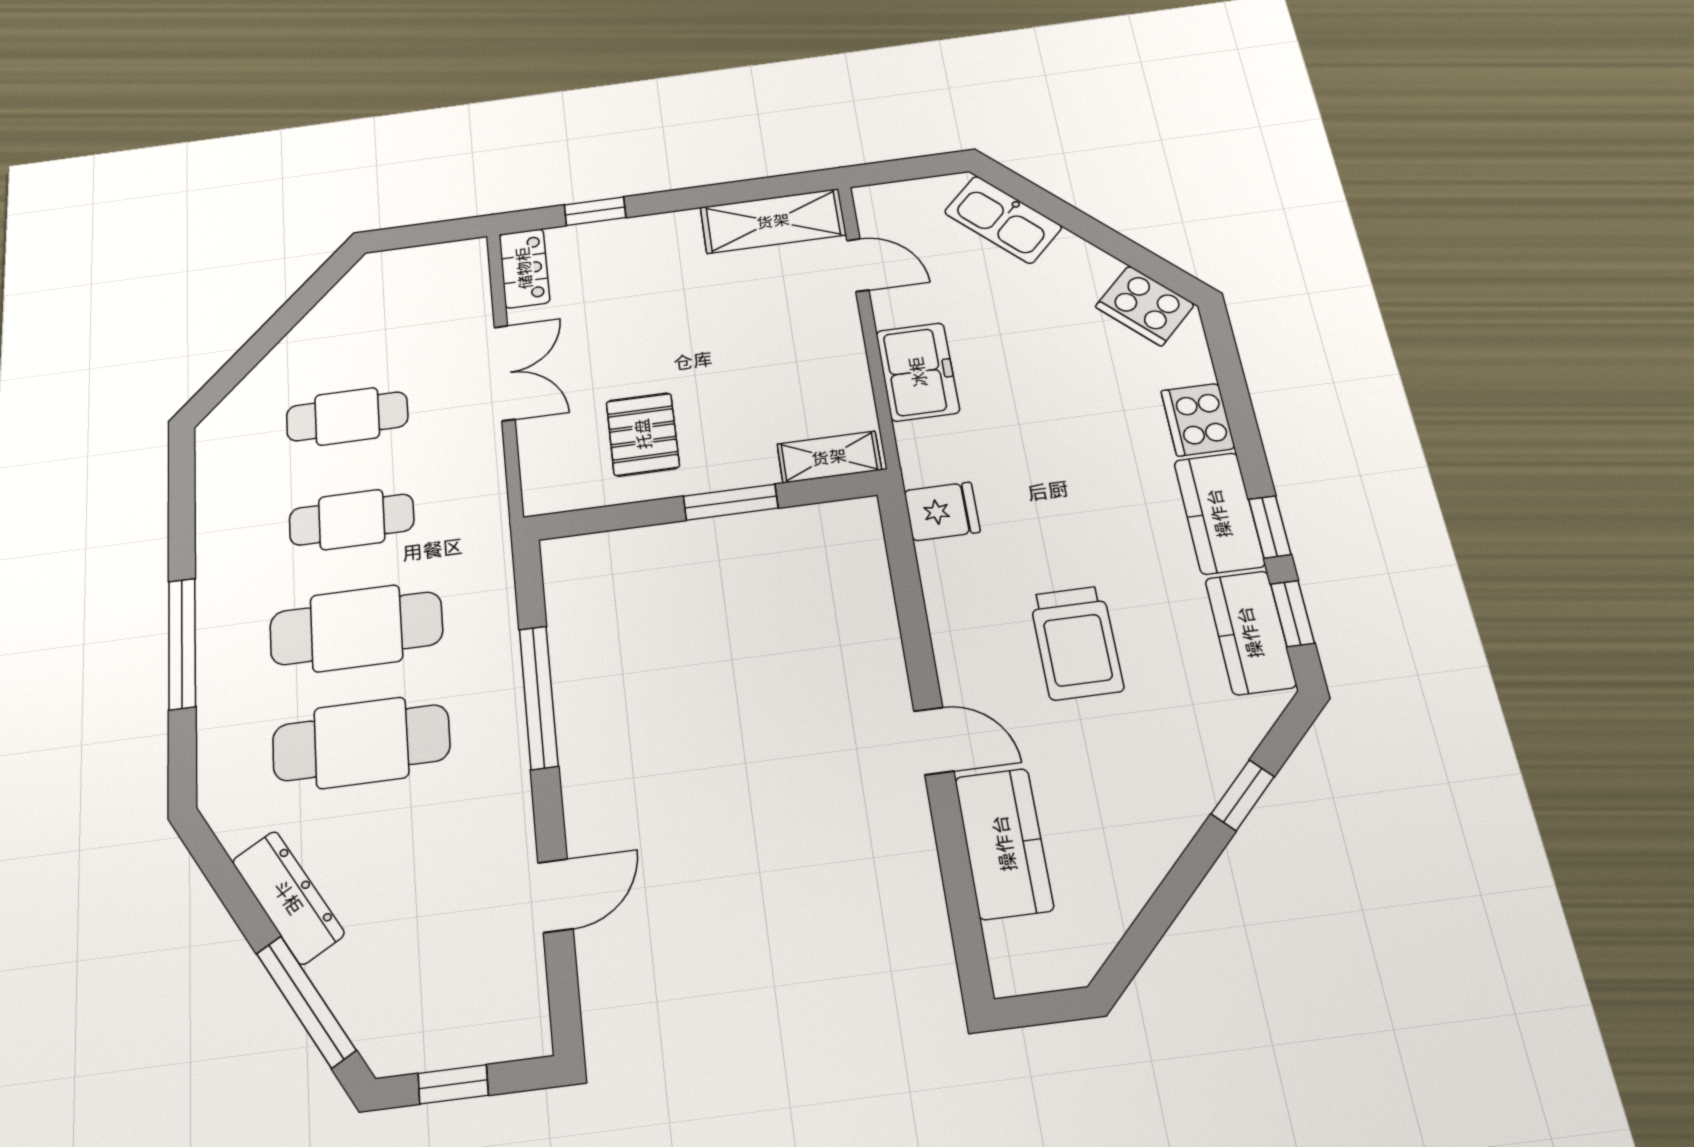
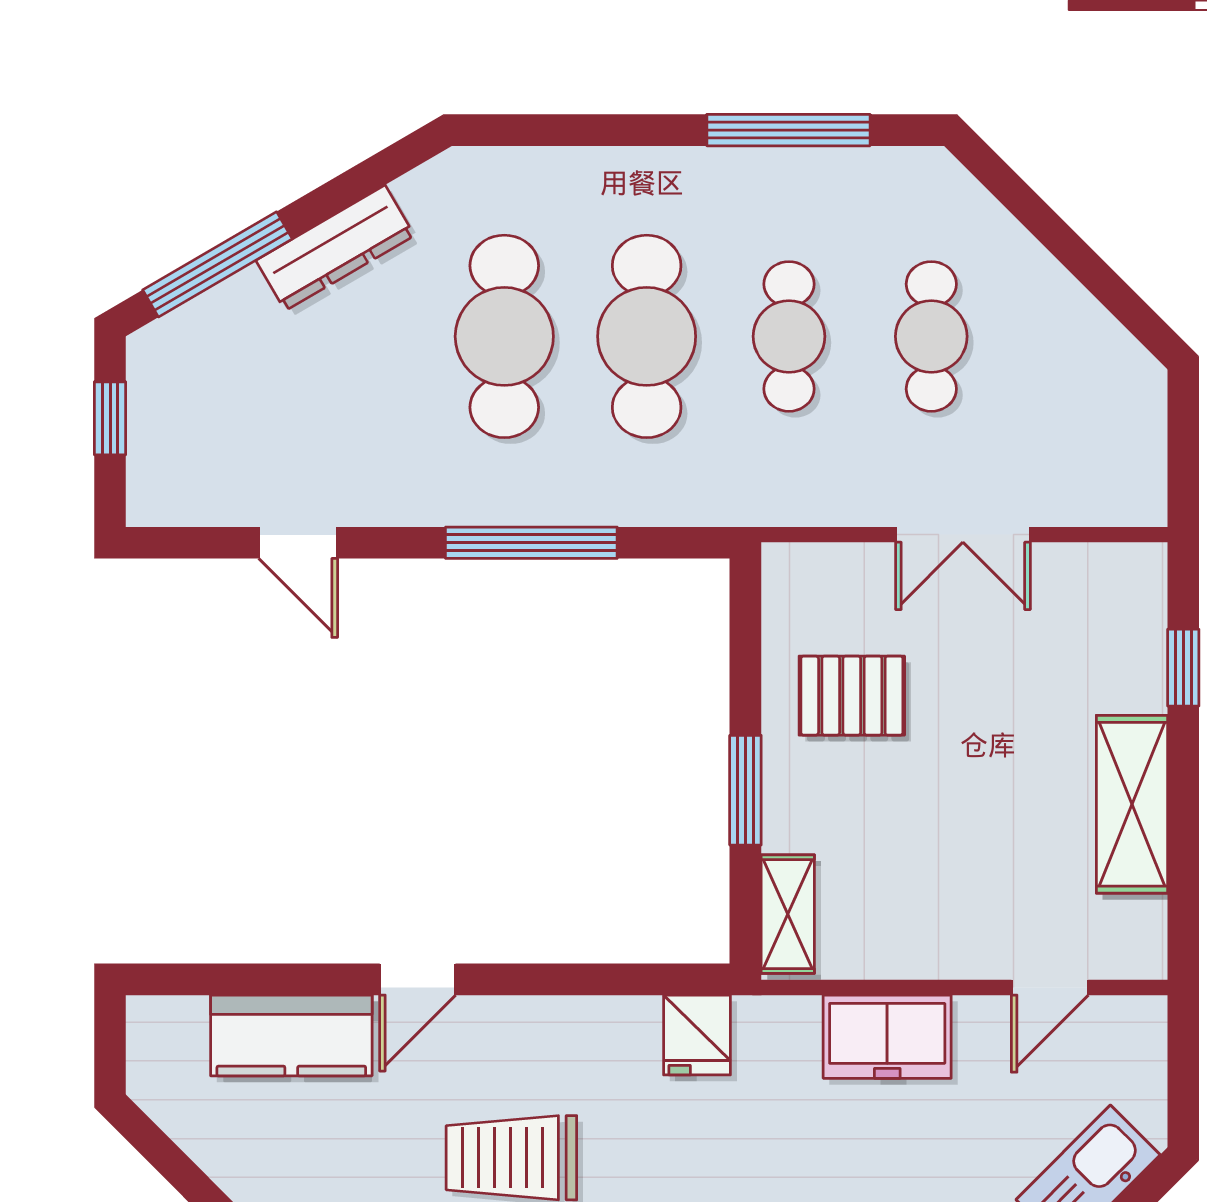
shelving: (773, 221) -> (1132, 804), moved
locker: (524, 268) -> (1111, 571), removed
window: (182, 644) -> (788, 130), moved

